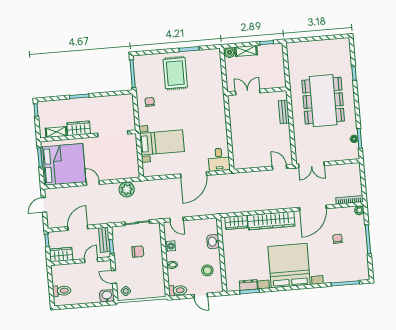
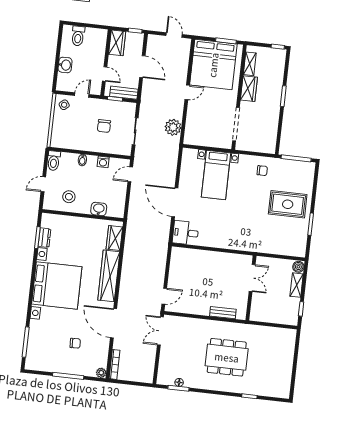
dining table: (323, 101) -> (227, 357), width x0.73, depth x0.80
washbasin: (107, 296) -> (65, 65), moved

